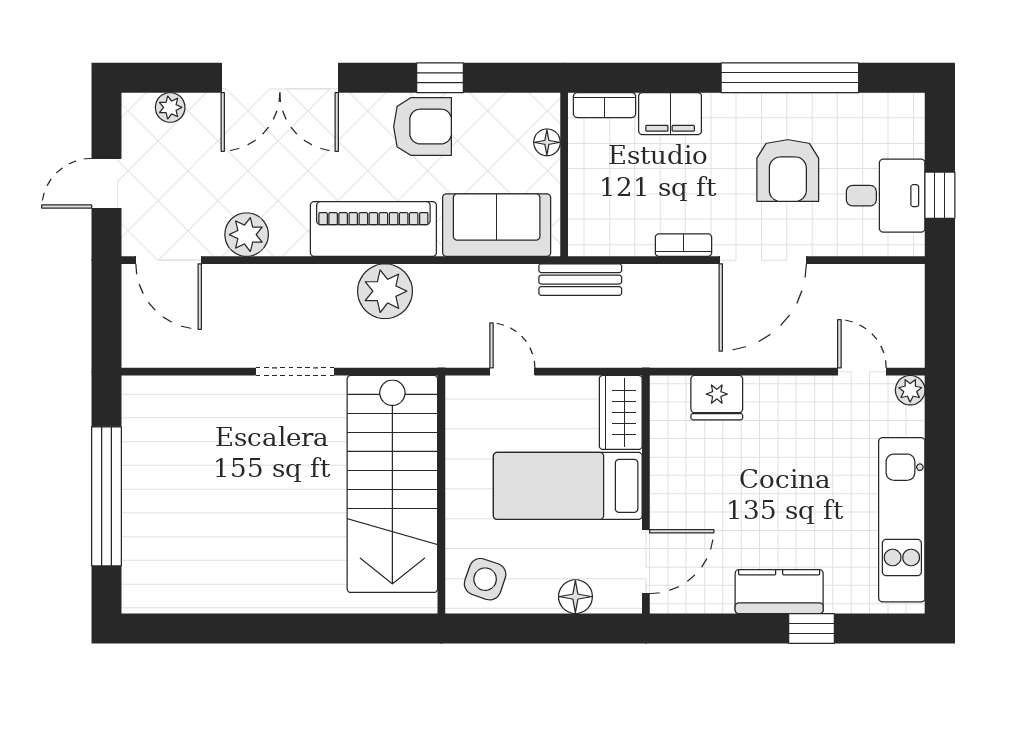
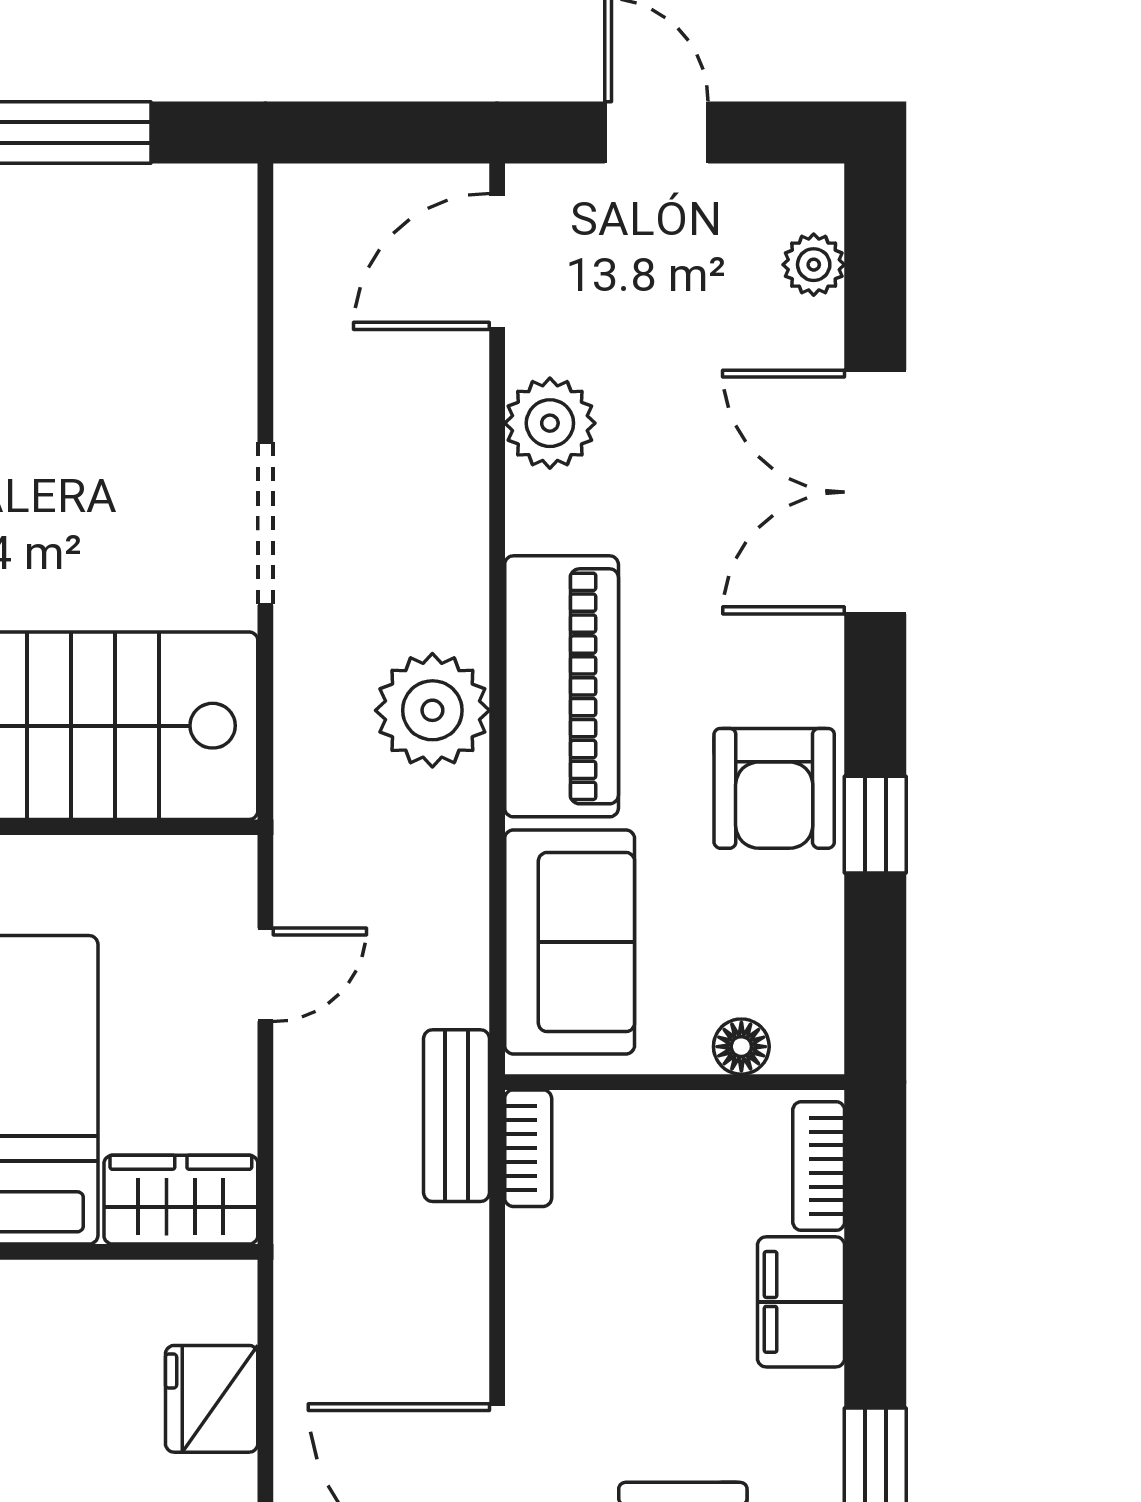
bookcase: (683, 245) -> (528, 1148), moved

